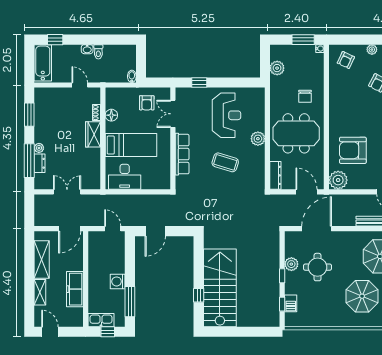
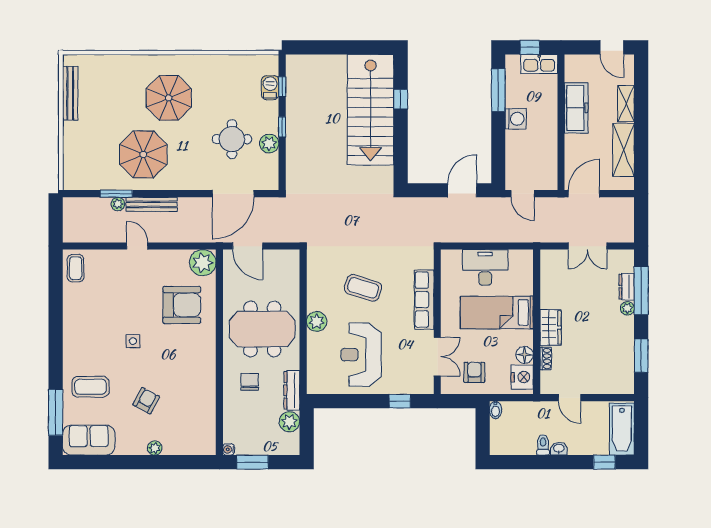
armchair: (346, 60) -> (192, 433), removed
nightstand: (113, 100) -> (522, 377), added
dresser: (275, 175) -> (292, 390), moved
desk: (125, 177) -> (485, 267), moved

